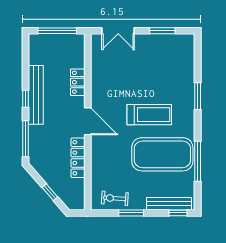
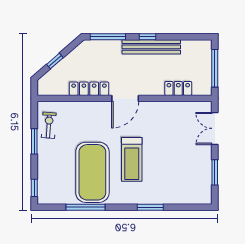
locker: (78, 82) -> (178, 88), moved
bench: (169, 204) -> (43, 179), removed

